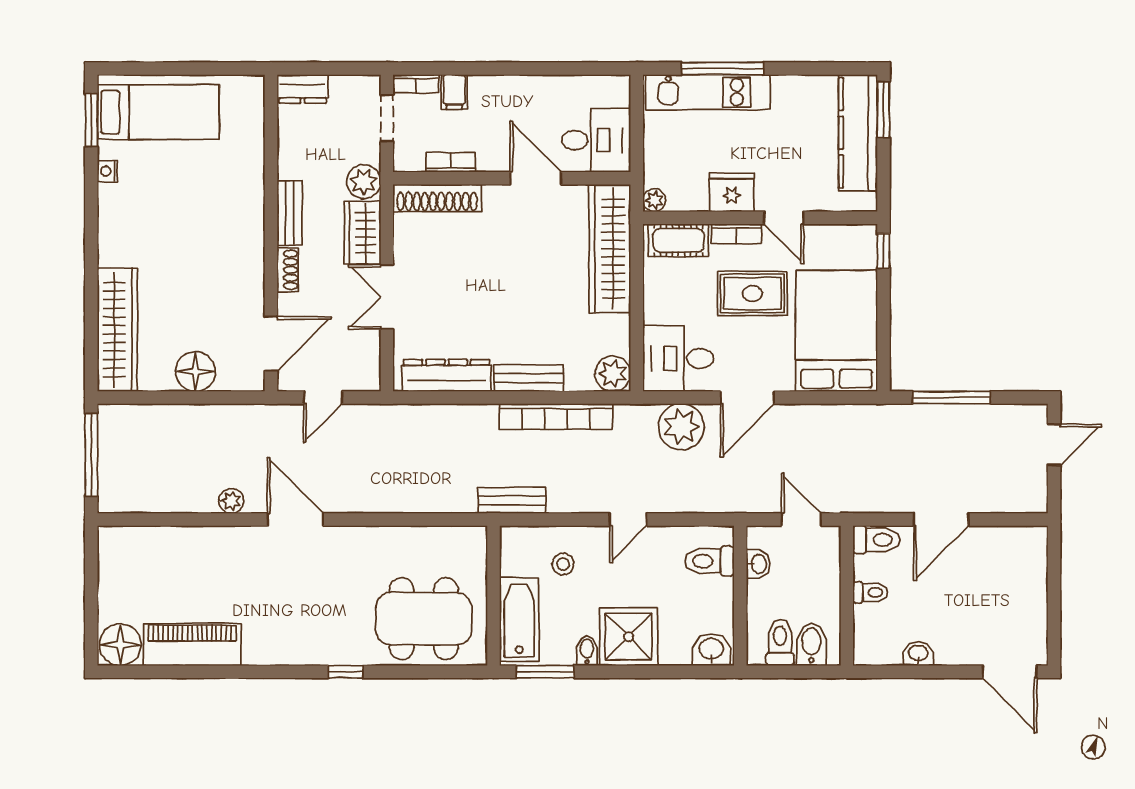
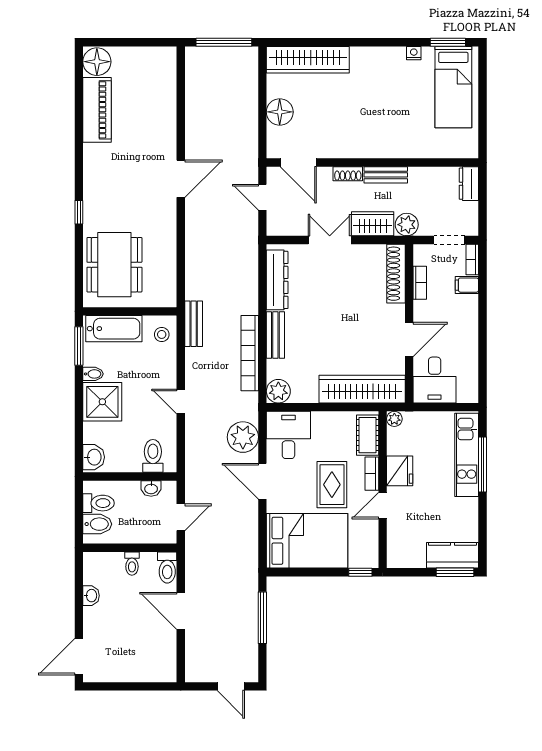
kitchen counter: (858, 133) -> (452, 555), width x0.67
plant: (231, 501) -> (193, 136), removed
stool: (563, 564) -> (162, 334), moved

